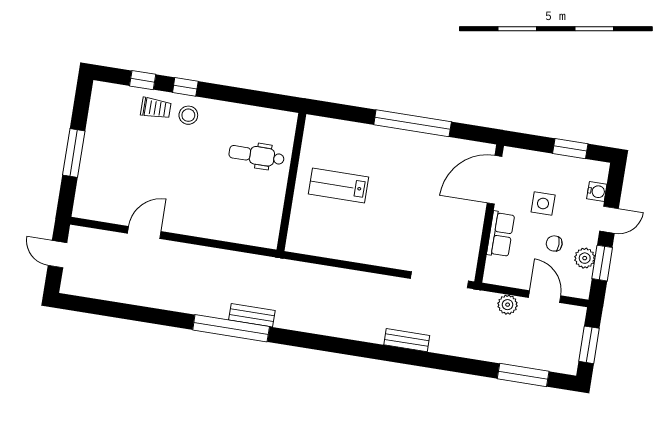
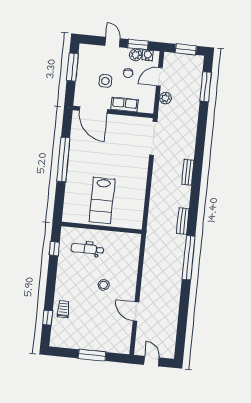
window: (185, 87) -> (54, 249), moved
stool: (188, 115) -> (104, 285), moved
window: (570, 149) -> (73, 67), width x1.44
dental chair: (257, 155) -> (87, 249), turned 90
lab bench: (339, 185) -> (102, 200), width x1.36, depth x1.39
water cooler: (597, 191) -> (148, 55), moved
door: (58, 254) -> (151, 361), swing flipped
bench: (252, 315) -> (183, 221), moved
bench: (407, 340) -> (188, 172), moved

